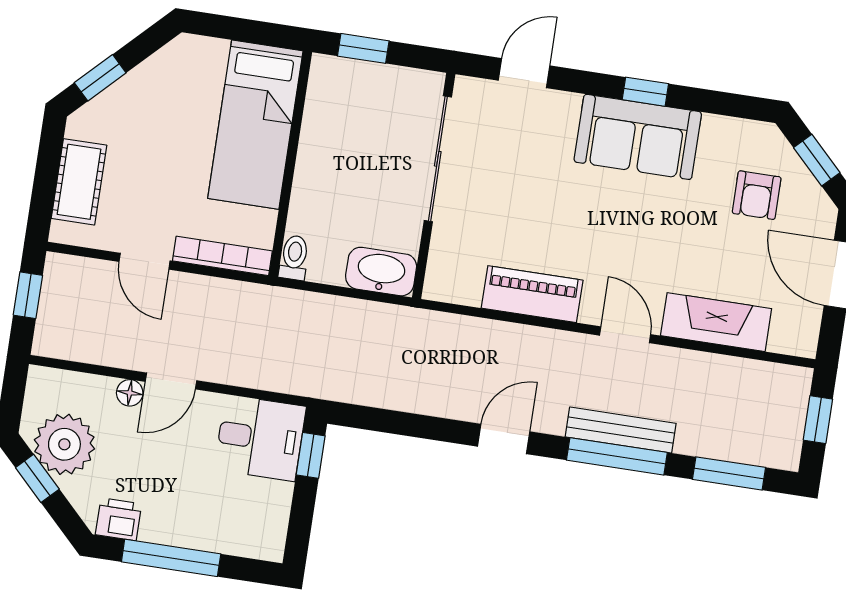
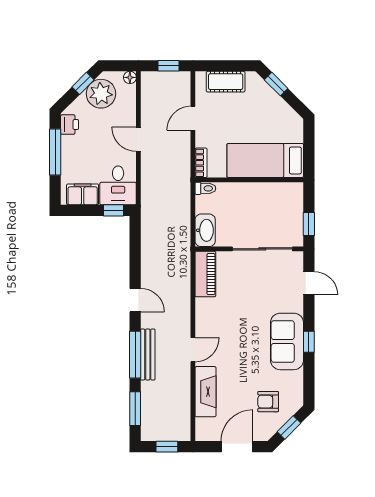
window: (363, 48) -> (309, 224), moved
bookcase: (222, 256) -> (201, 163), width x0.64
piano: (532, 294) -> (205, 274), moved
floor lamp: (130, 393) -> (130, 77), moved
filing cabinet: (268, 514) -> (83, 194), added

